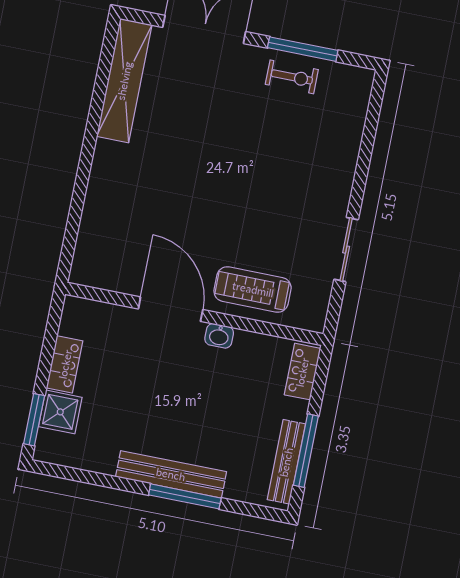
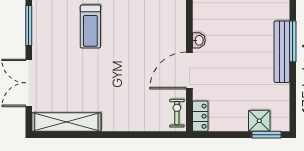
exercise bike: (292, 77) -> (177, 113), moved
treadmill: (253, 289) -> (90, 27), moved
locker: (65, 364) -> (200, 116), moved, turned 90

